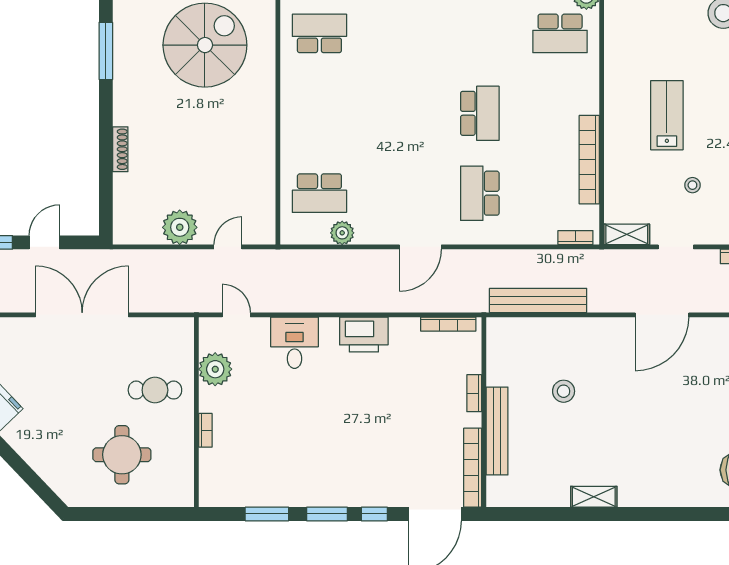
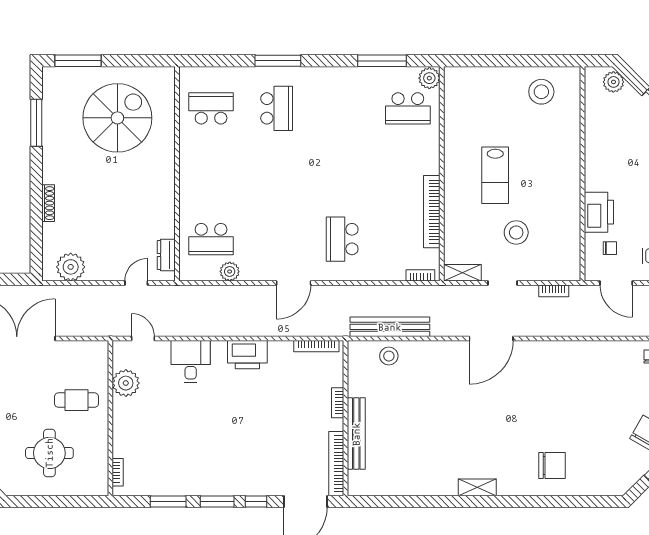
school desk: (480, 113) -> (277, 108), moved
lab bench: (667, 115) -> (495, 175), turned 180
stool: (692, 185) -> (516, 232), width x1.89, depth x1.89
dresser: (265, 213) -> (166, 255), added
plant: (180, 227) -> (71, 267), moved
stool: (564, 391) -> (389, 356), moved
bookcase: (205, 430) -> (118, 472), moved
shelving: (594, 497) -> (477, 487), moved

